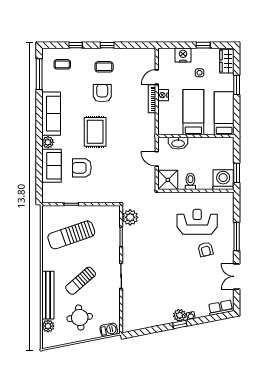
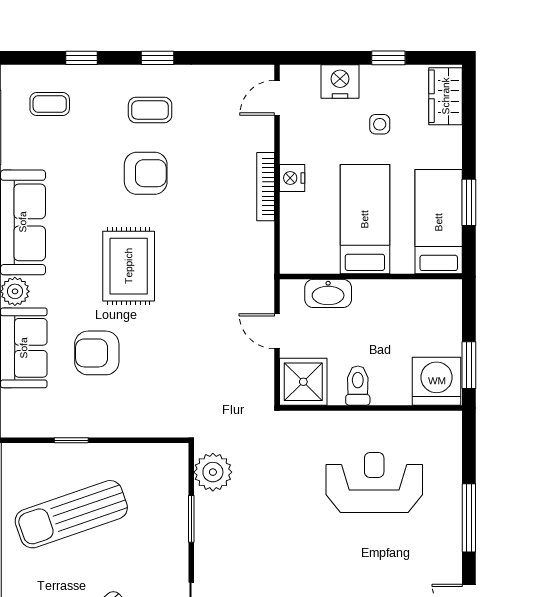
door: (157, 77) -> (277, 98), moved
window: (237, 85) -> (469, 202), moved
armchair: (102, 93) -> (146, 173), turned 90
armchair: (206, 249) -> (394, 549), removed

